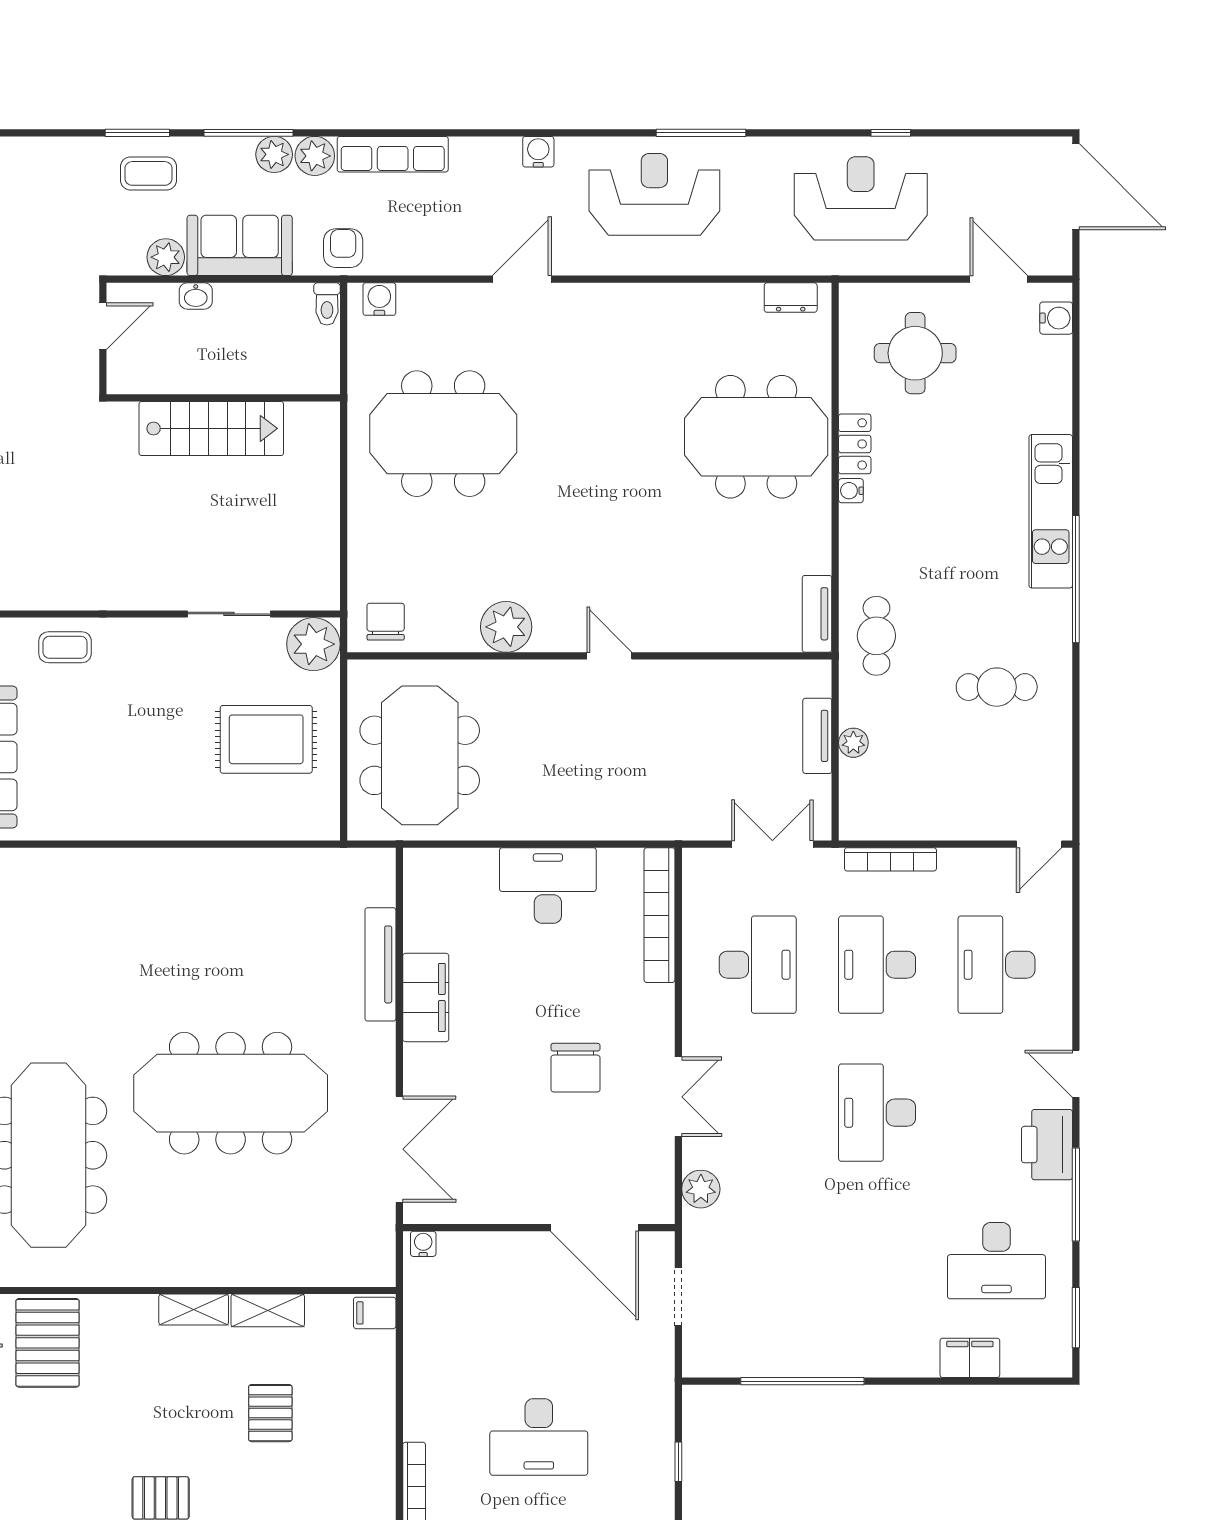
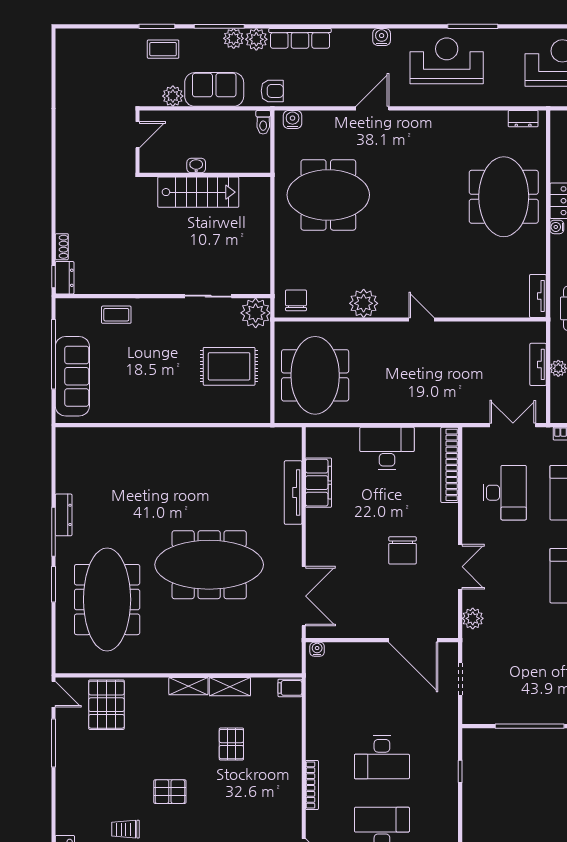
armchair: (343, 248) -> (272, 91), turned 90
washbasin: (196, 296) -> (196, 165), moved, turned 180
meeting table: (756, 437) -> (504, 197), turned 90
filing cabinet: (426, 998) -> (319, 483), moved

